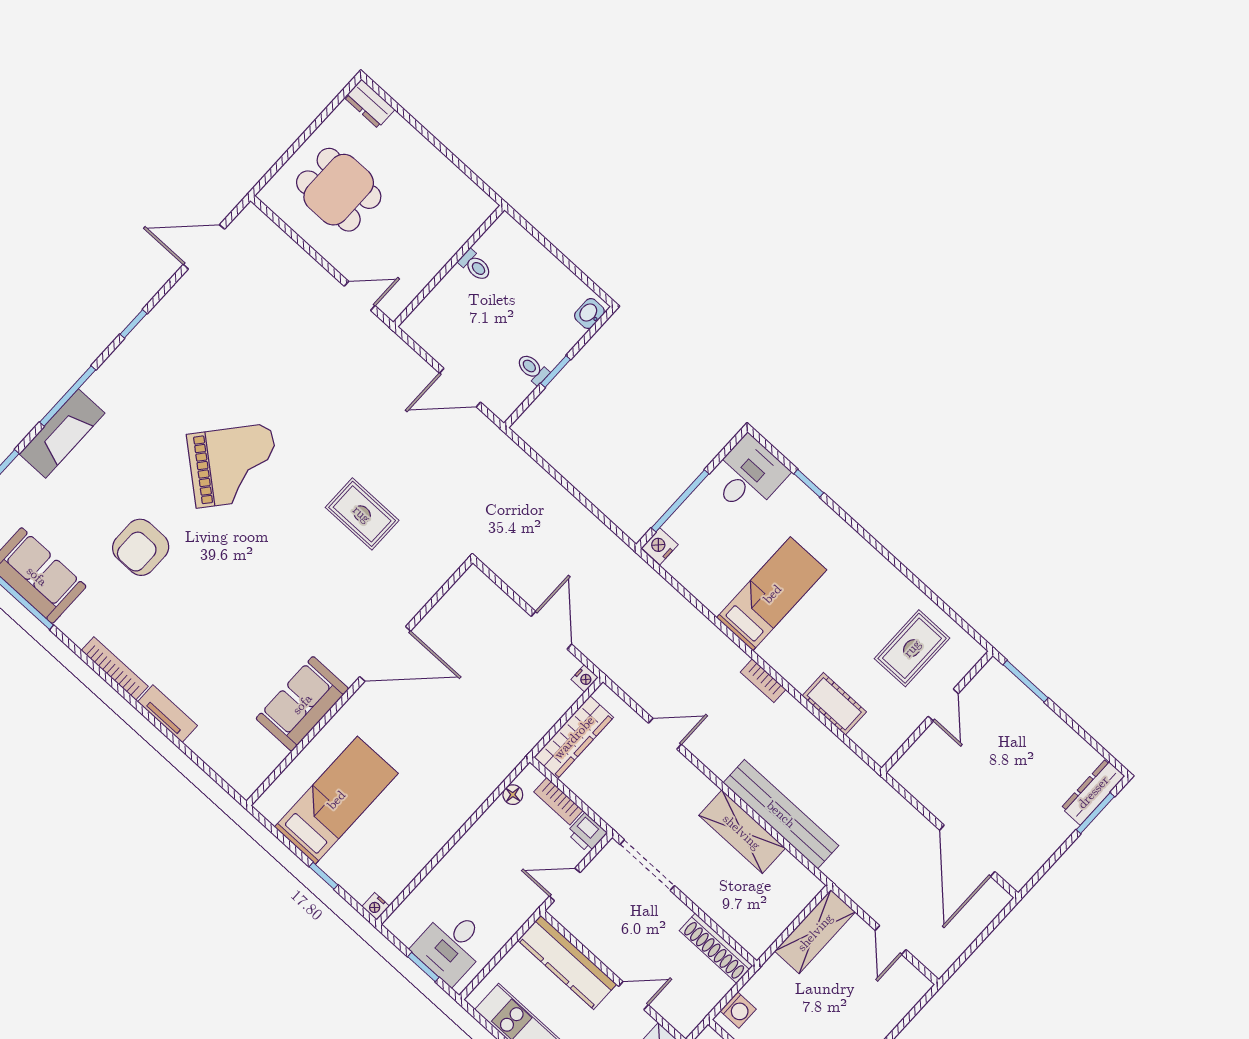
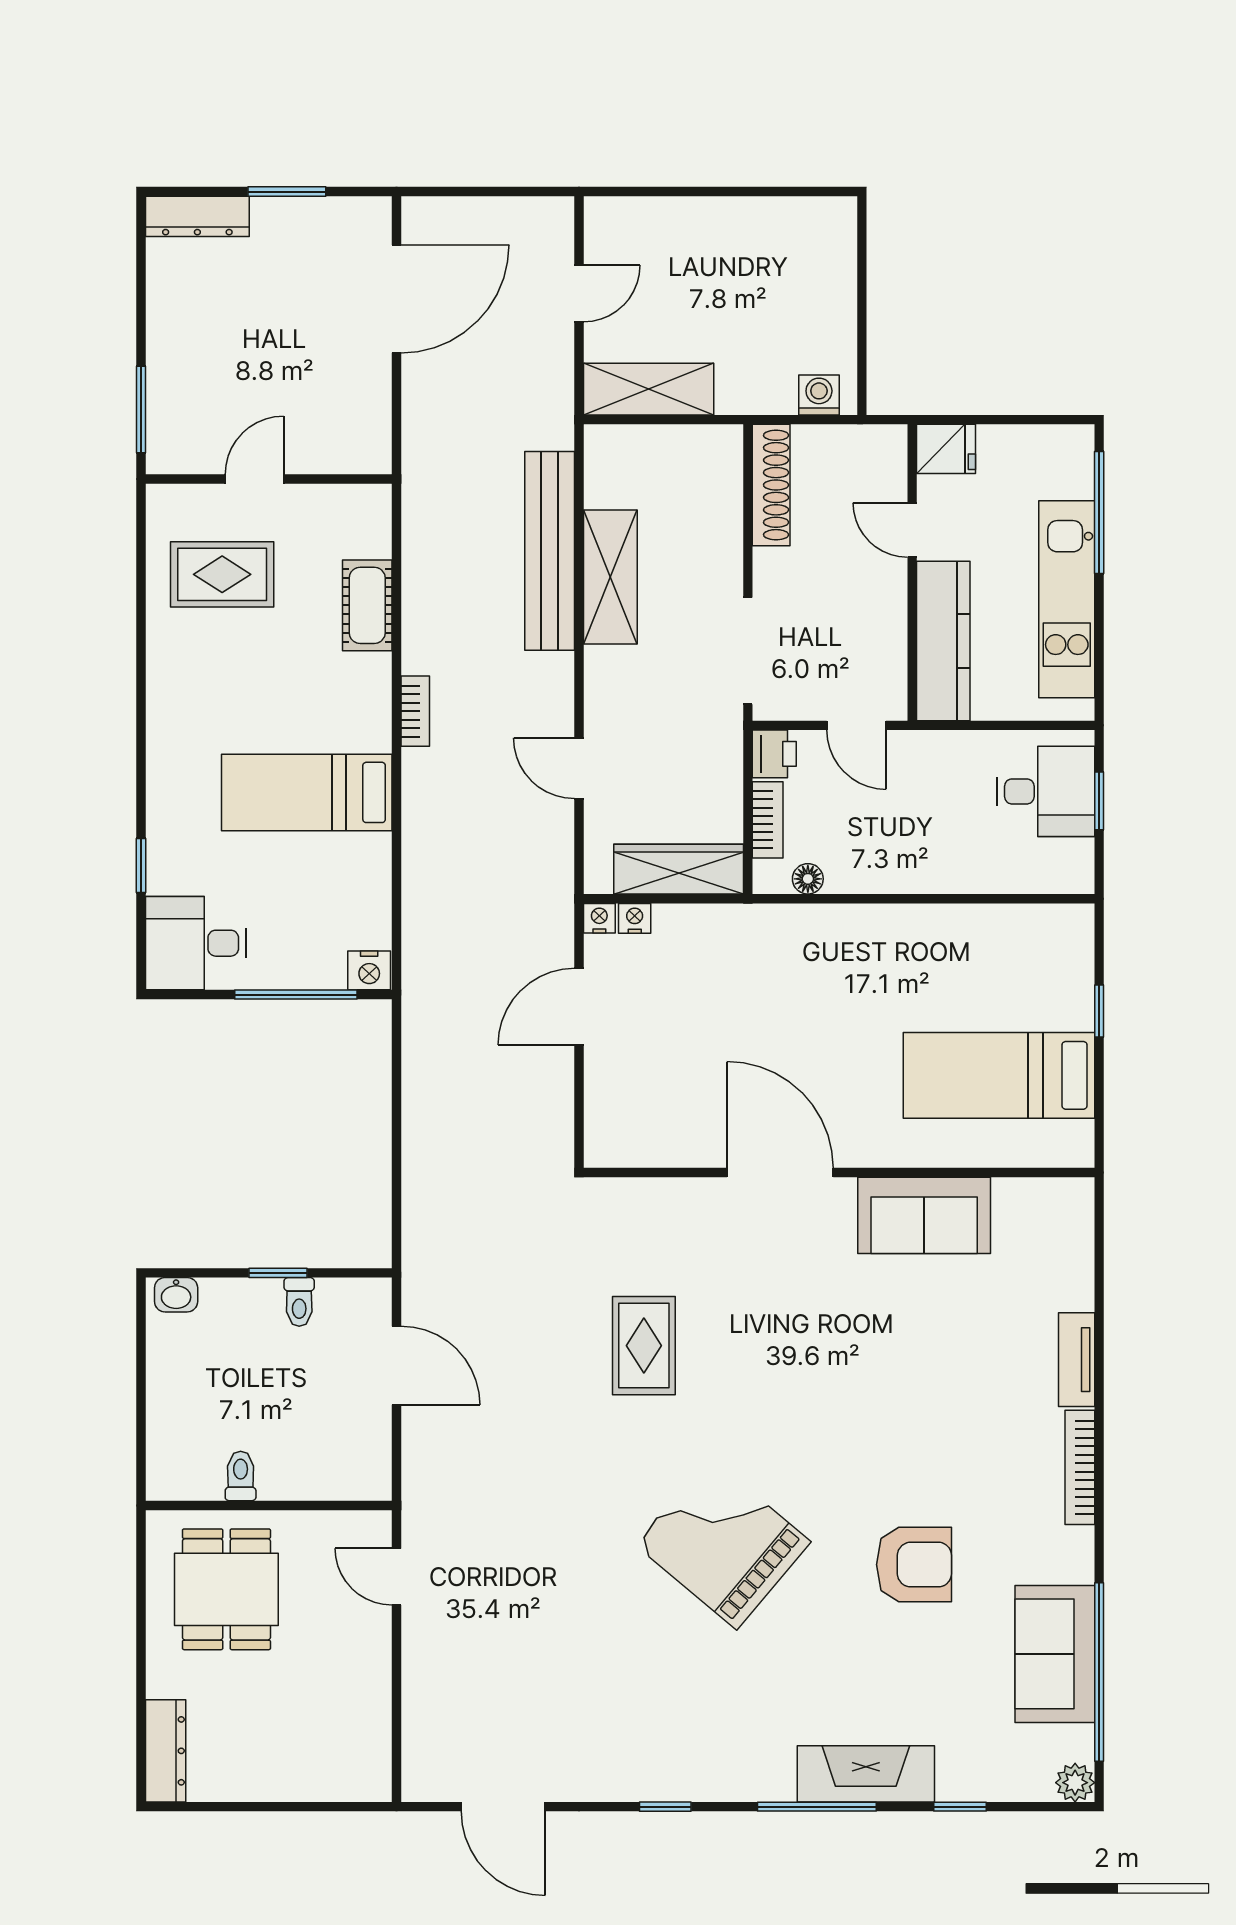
dresser: (370, 104) -> (166, 1751), width x1.44
dining table: (339, 190) -> (226, 1589), moved
window: (1095, 813) -> (287, 192), moved
nightstand: (376, 906) -> (635, 918), moved, turned -90

